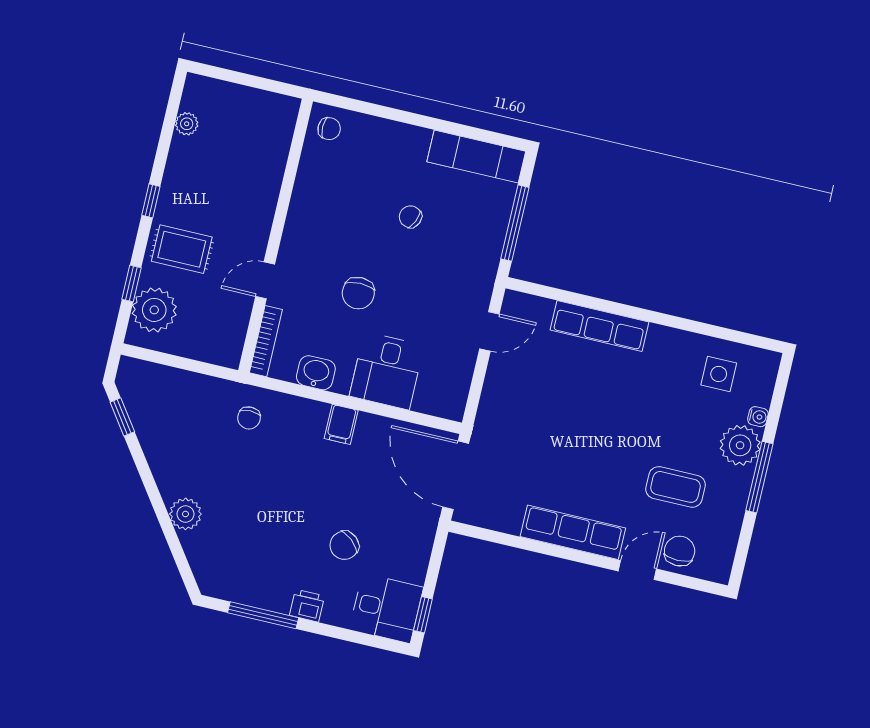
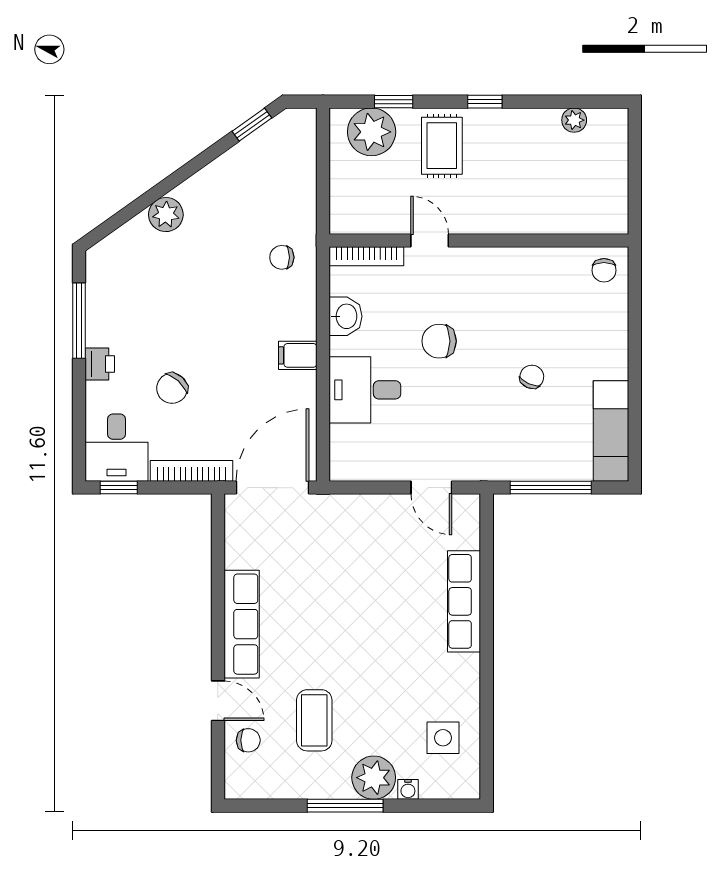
chair: (344, 545) -> (172, 388), turned -89
bookcase: (423, 545) -> (191, 471), added
chair: (680, 551) -> (248, 740), width x0.73, depth x0.73

